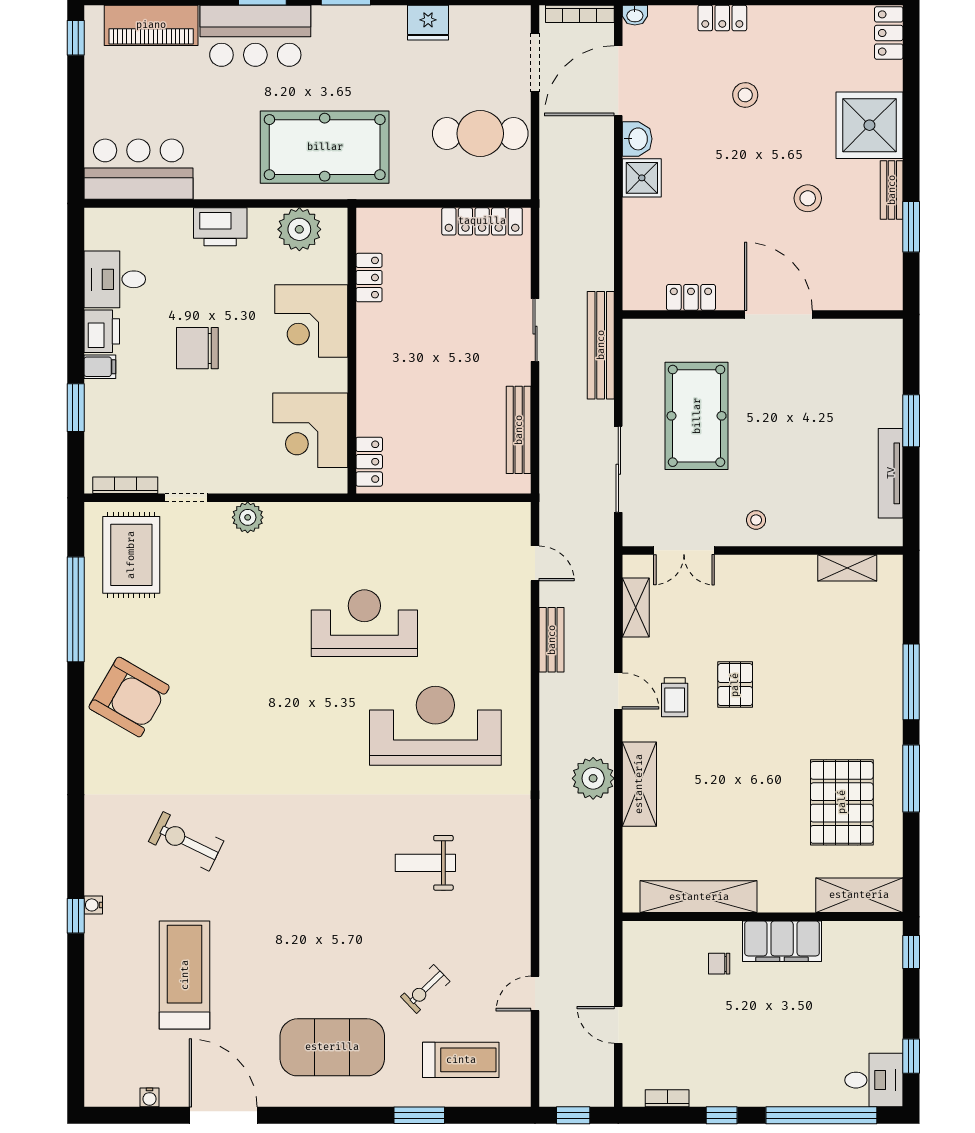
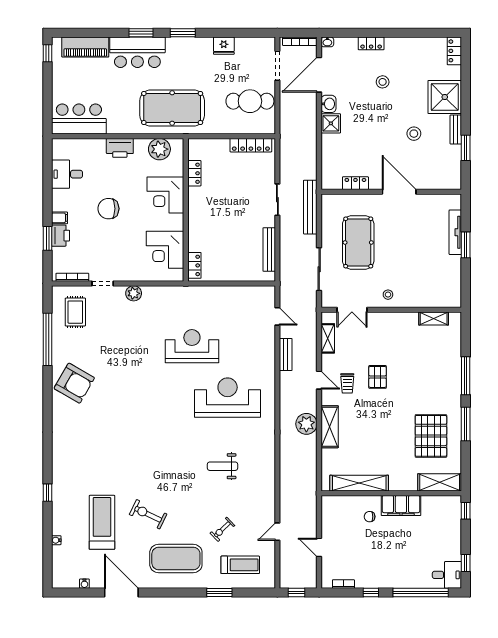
printer: (102, 331) -> (61, 236), moved
tv unit: (891, 473) -> (455, 232), moved
rug: (131, 555) -> (75, 312), width x0.73, depth x0.70
exercise bike: (186, 841) -> (148, 514), moved
water cooler: (93, 905) -> (56, 540), moved

